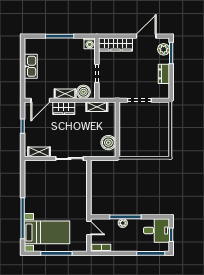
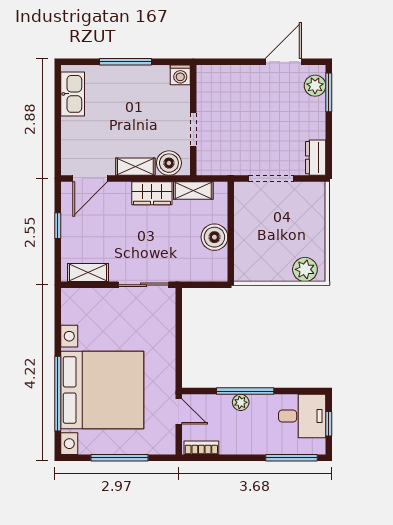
wardrobe: (115, 44) -> (227, 77), removed
kitchen sink: (31, 66) -> (73, 94), moved
dresser: (164, 74) -> (316, 158), moved
wardrobe: (64, 108) -> (152, 193), moved
boiler: (108, 143) -> (214, 237), moved
plant: (158, 150) -> (305, 269), added
bed with nightstands: (47, 232) -> (102, 390), width x1.85

